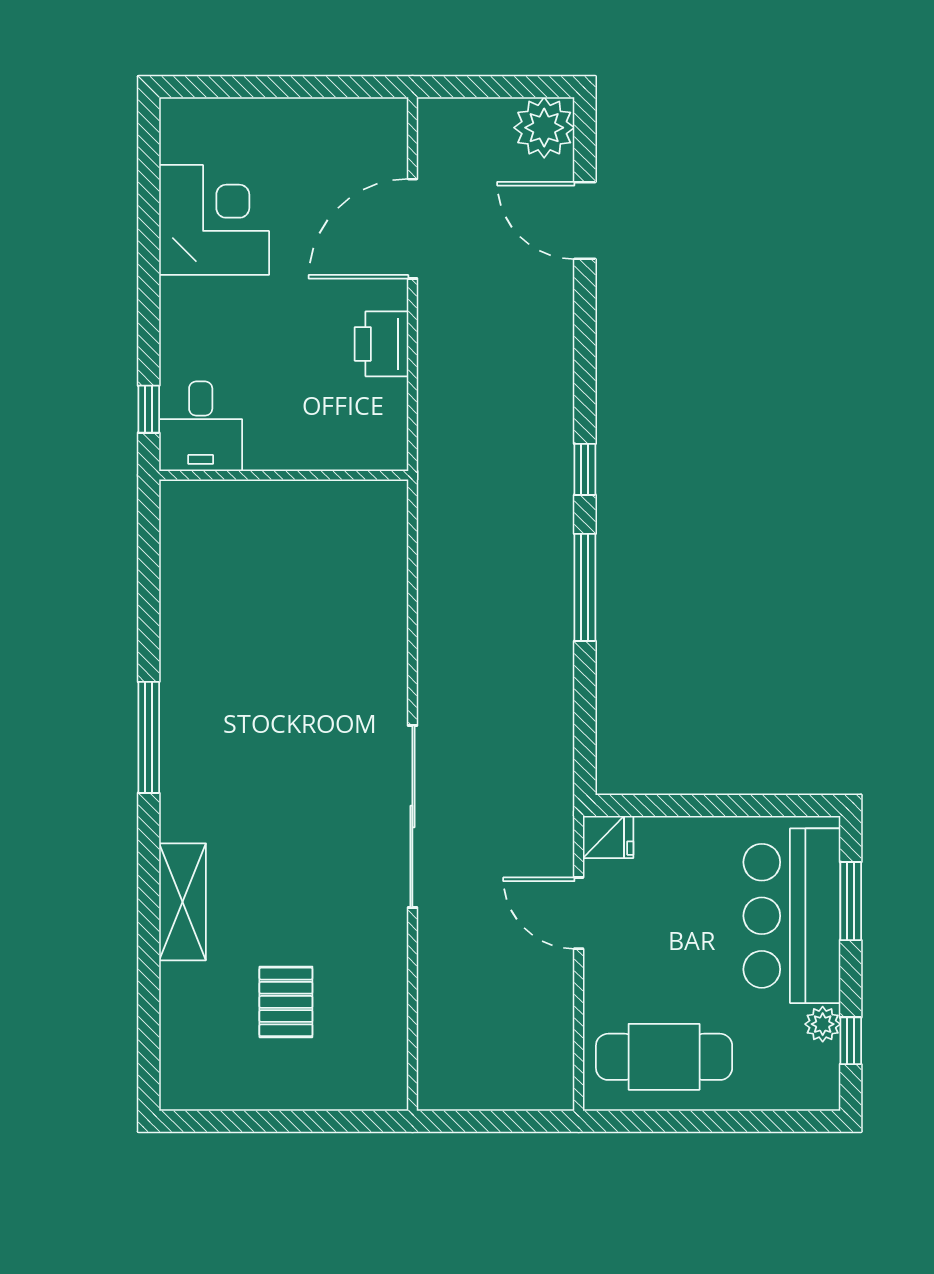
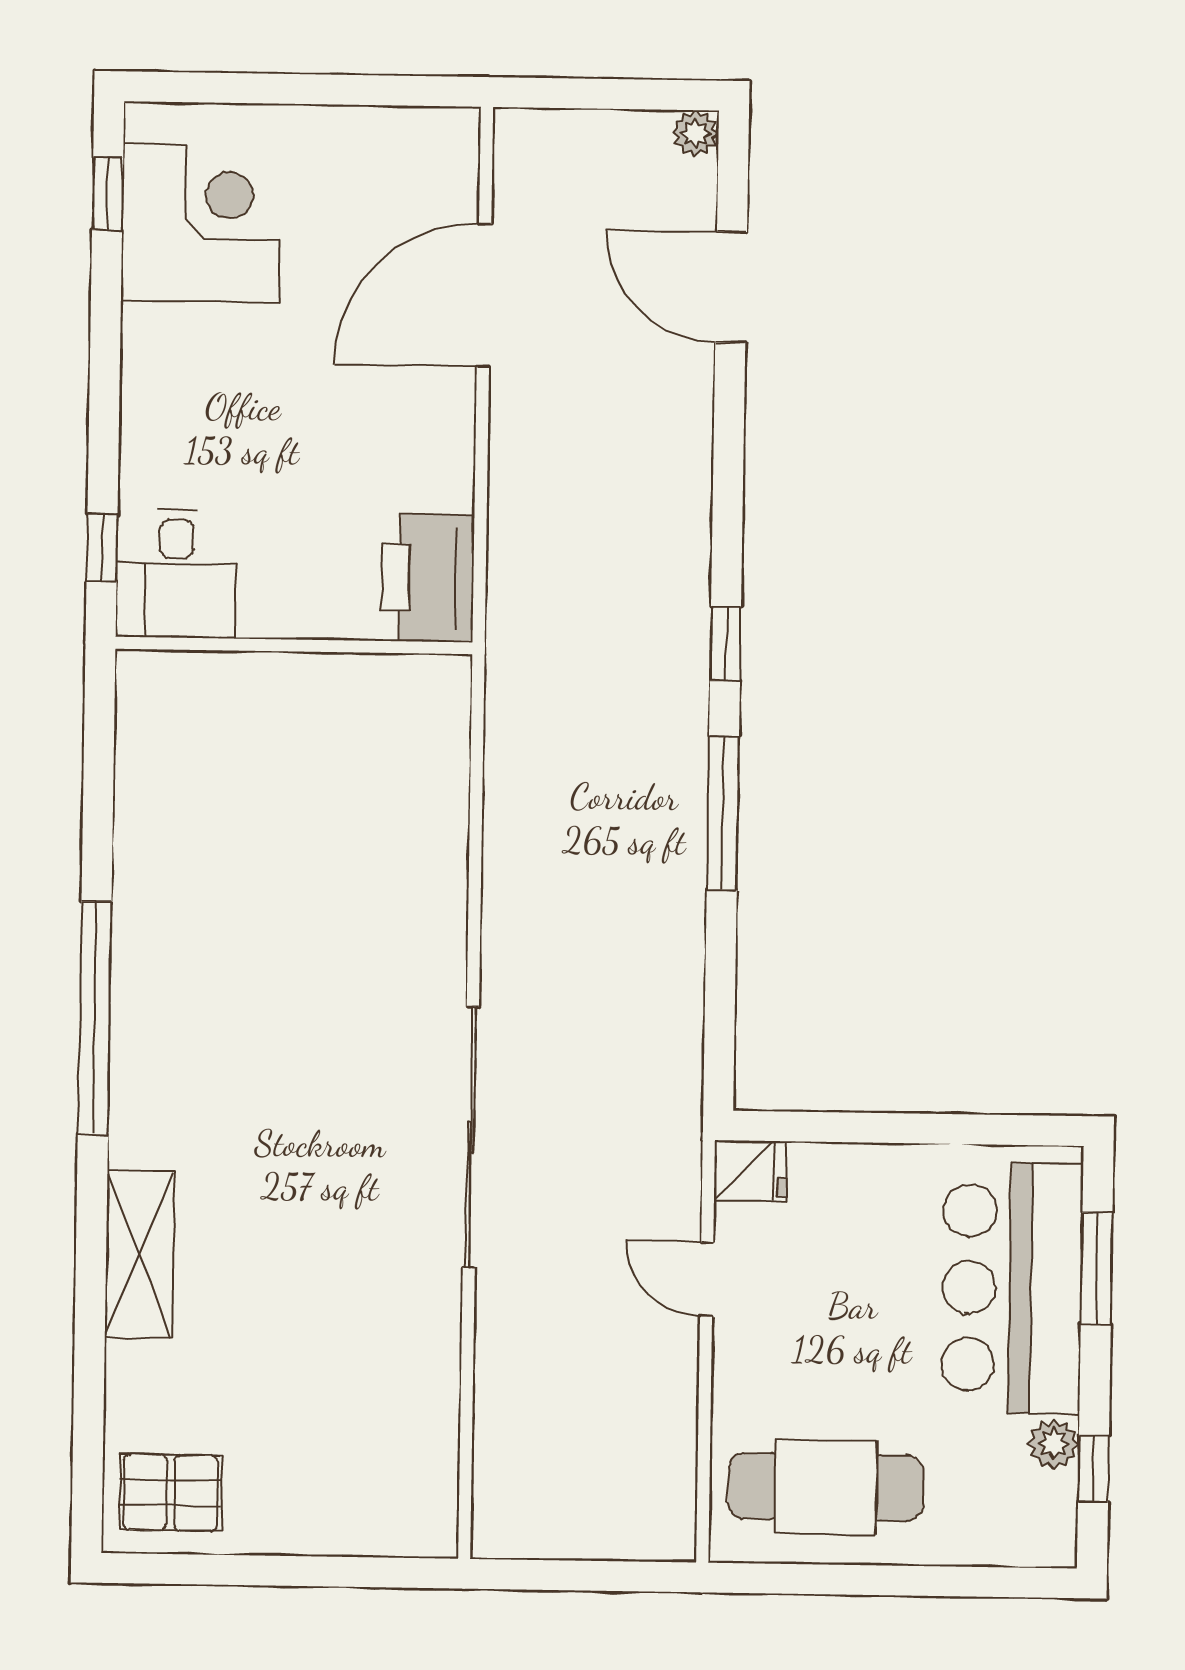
plant: (544, 128) -> (696, 133), width x0.53, depth x0.53
window: (149, 162) -> (108, 194), added
corner desk: (214, 220) -> (201, 223), moved
printer: (382, 344) -> (428, 578), moved, width x1.37, depth x1.19
window: (149, 737) -> (95, 1018), width x1.46
door: (579, 913) -> (707, 1279), width x0.73
pallet: (286, 1002) -> (170, 1493), moved, turned 90

